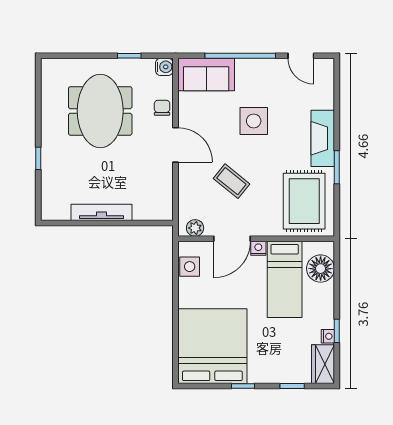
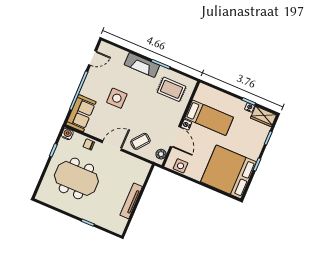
coffee table: (231, 181) -> (140, 141), moved
rug: (304, 201) -> (172, 89), width x0.73, depth x0.70
floor lamp: (321, 269) -> (211, 96), removed

